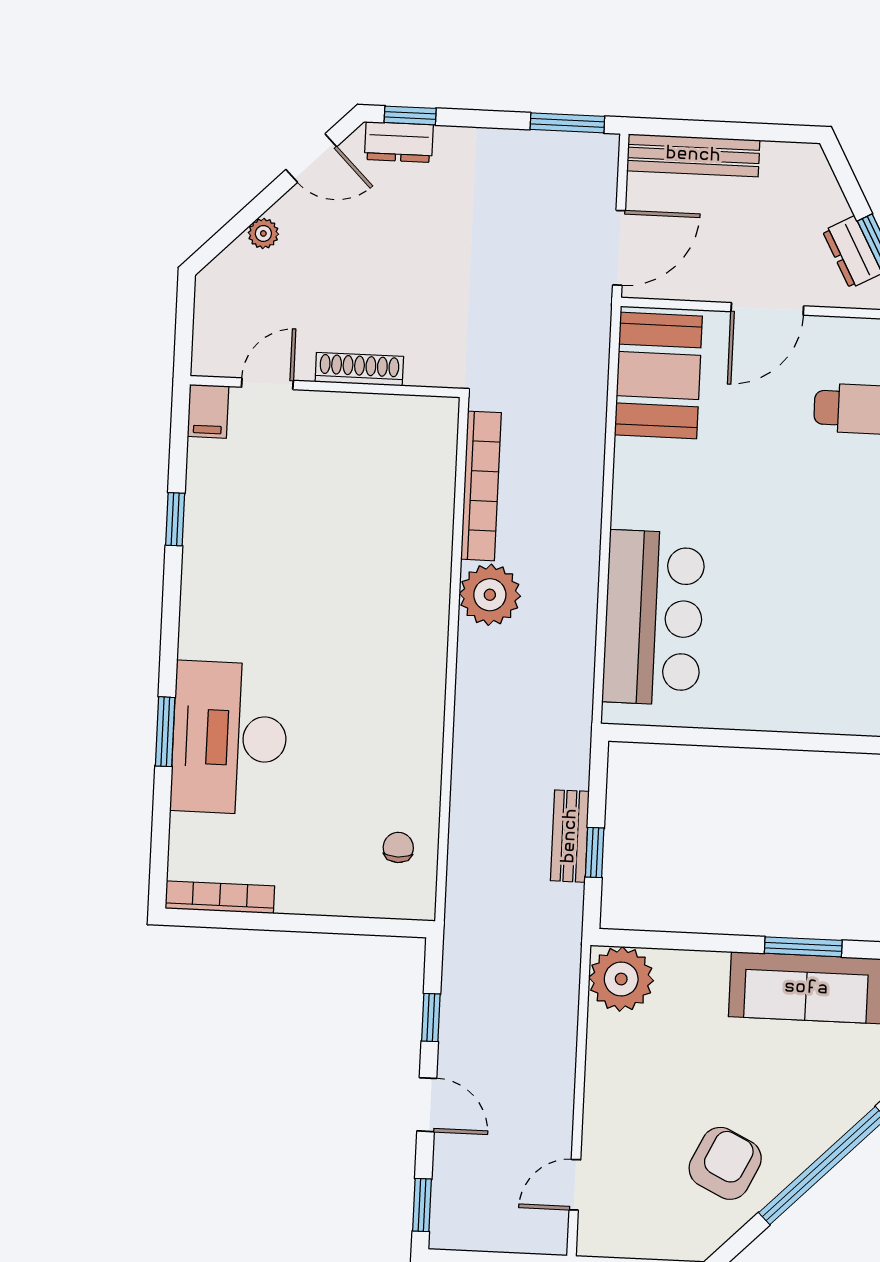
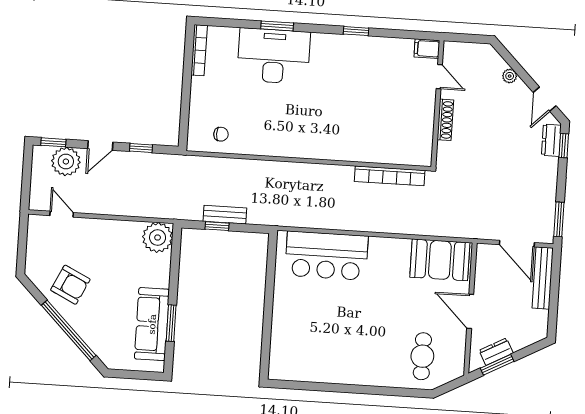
door: (619, 248) -> (517, 244), moved
window: (175, 519) -> (356, 31), moved
plant: (490, 595) -> (66, 162), moved

